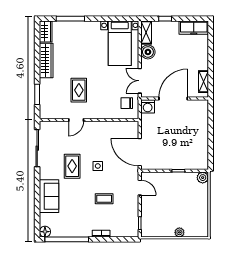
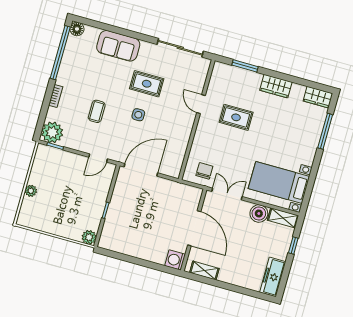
wardrobe: (46, 60) -> (276, 86), width x0.67
washing machine: (148, 106) -> (175, 260), moved
plant: (130, 228) -> (52, 132), added

